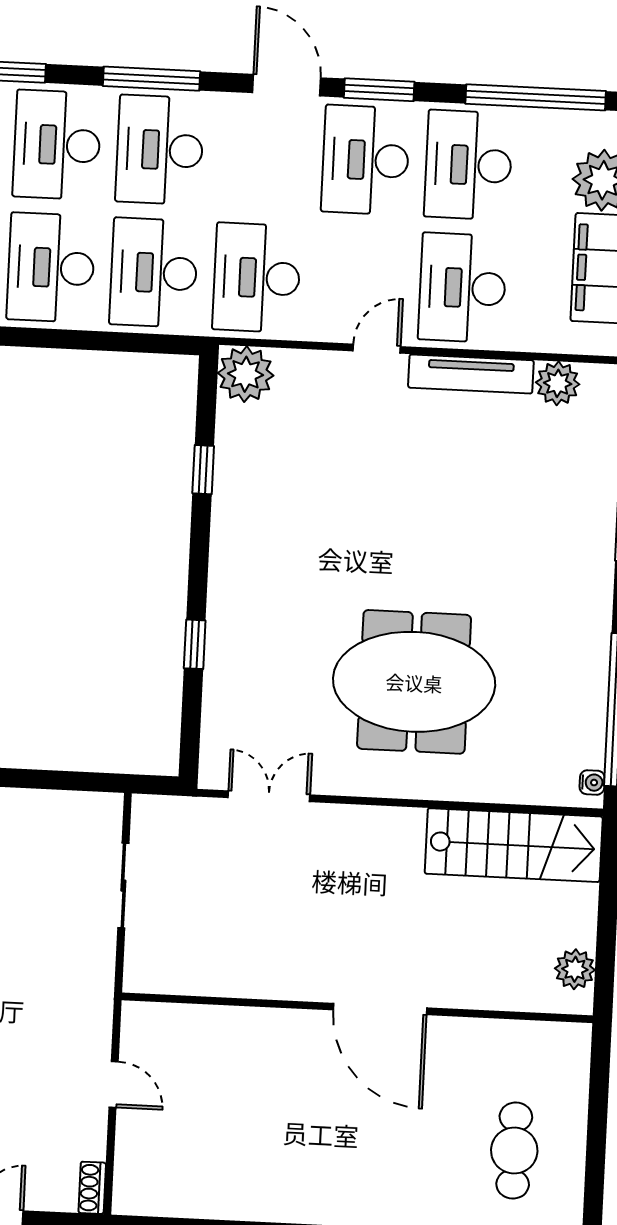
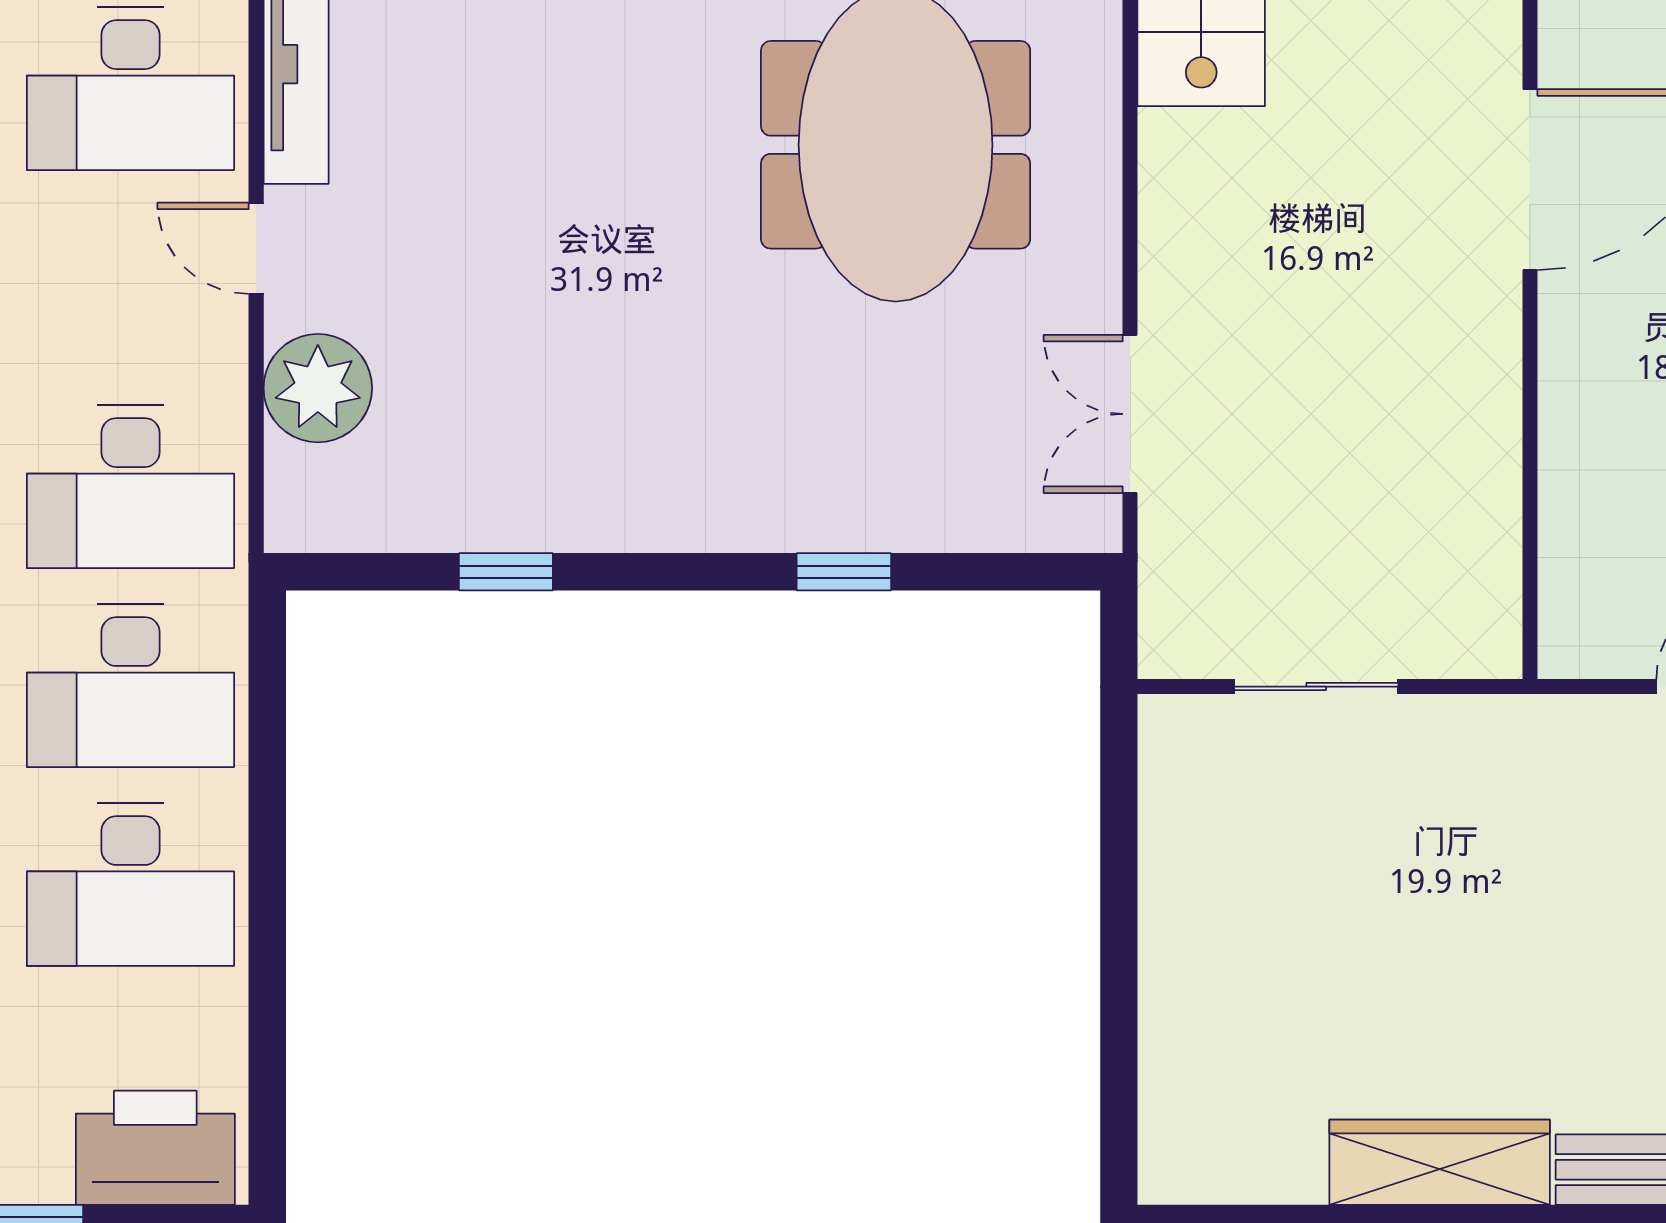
plant: (246, 374) -> (318, 388), moved

